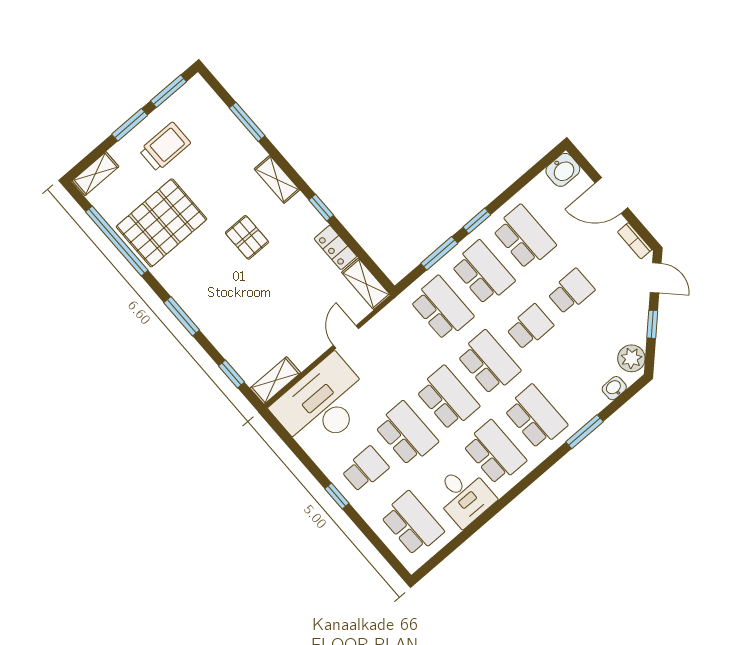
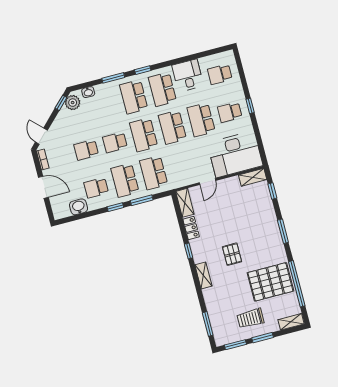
window: (247, 122) -> (208, 324), moved
washbasin: (563, 170) -> (79, 207), moved
school desk: (524, 237) -> (96, 188), width x0.54
window: (652, 324) -> (61, 103), moved
window: (542, 468) -> (143, 70), added
school desk: (412, 524) -> (220, 74), width x0.54

